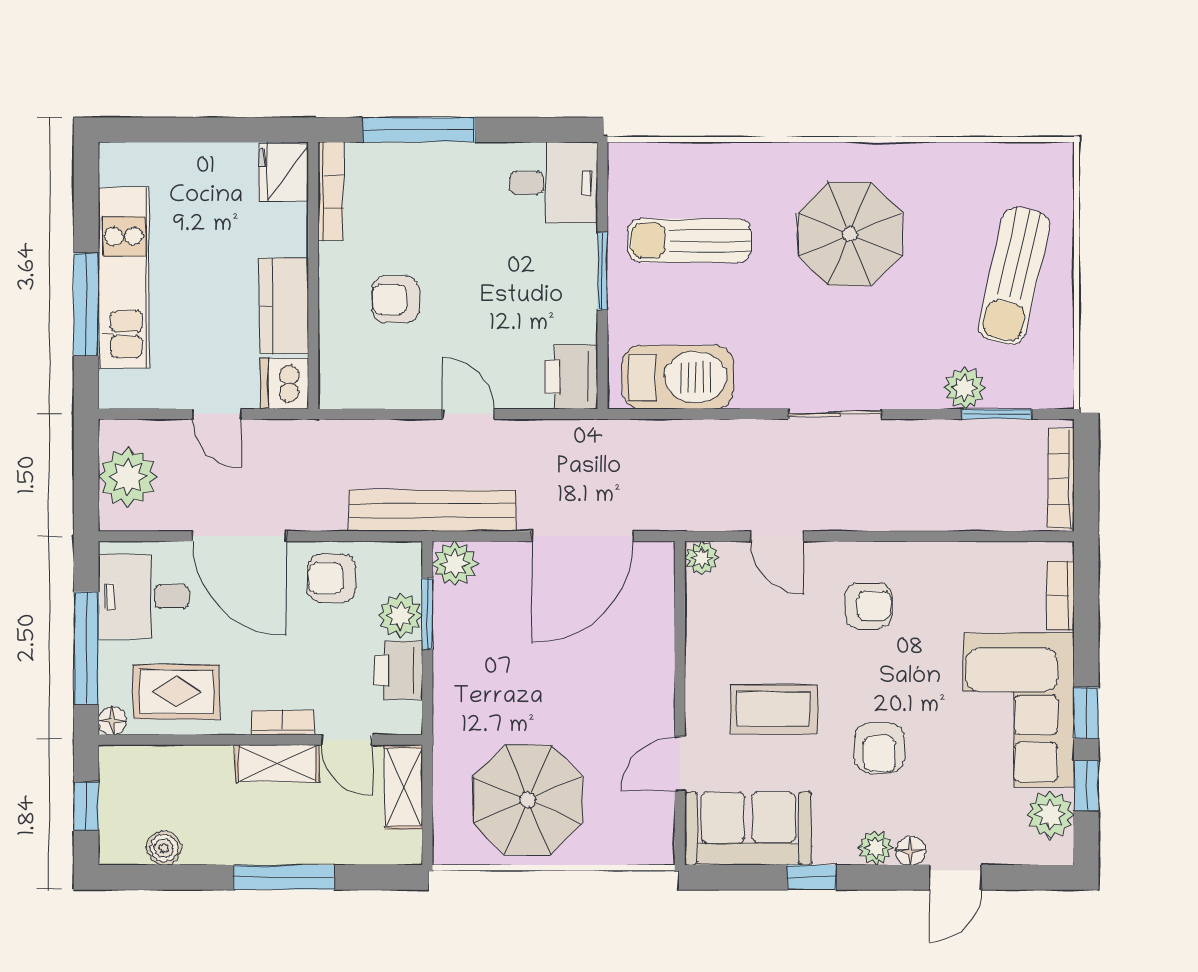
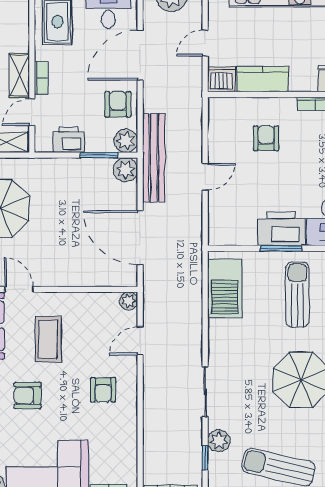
printer: (571, 377) -> (281, 229), moved, width x1.37, depth x1.19
sliding door: (835, 414) -> (205, 392), moved
window: (997, 414) -> (205, 458), width x0.67
plant: (400, 616) -> (126, 141), moved

